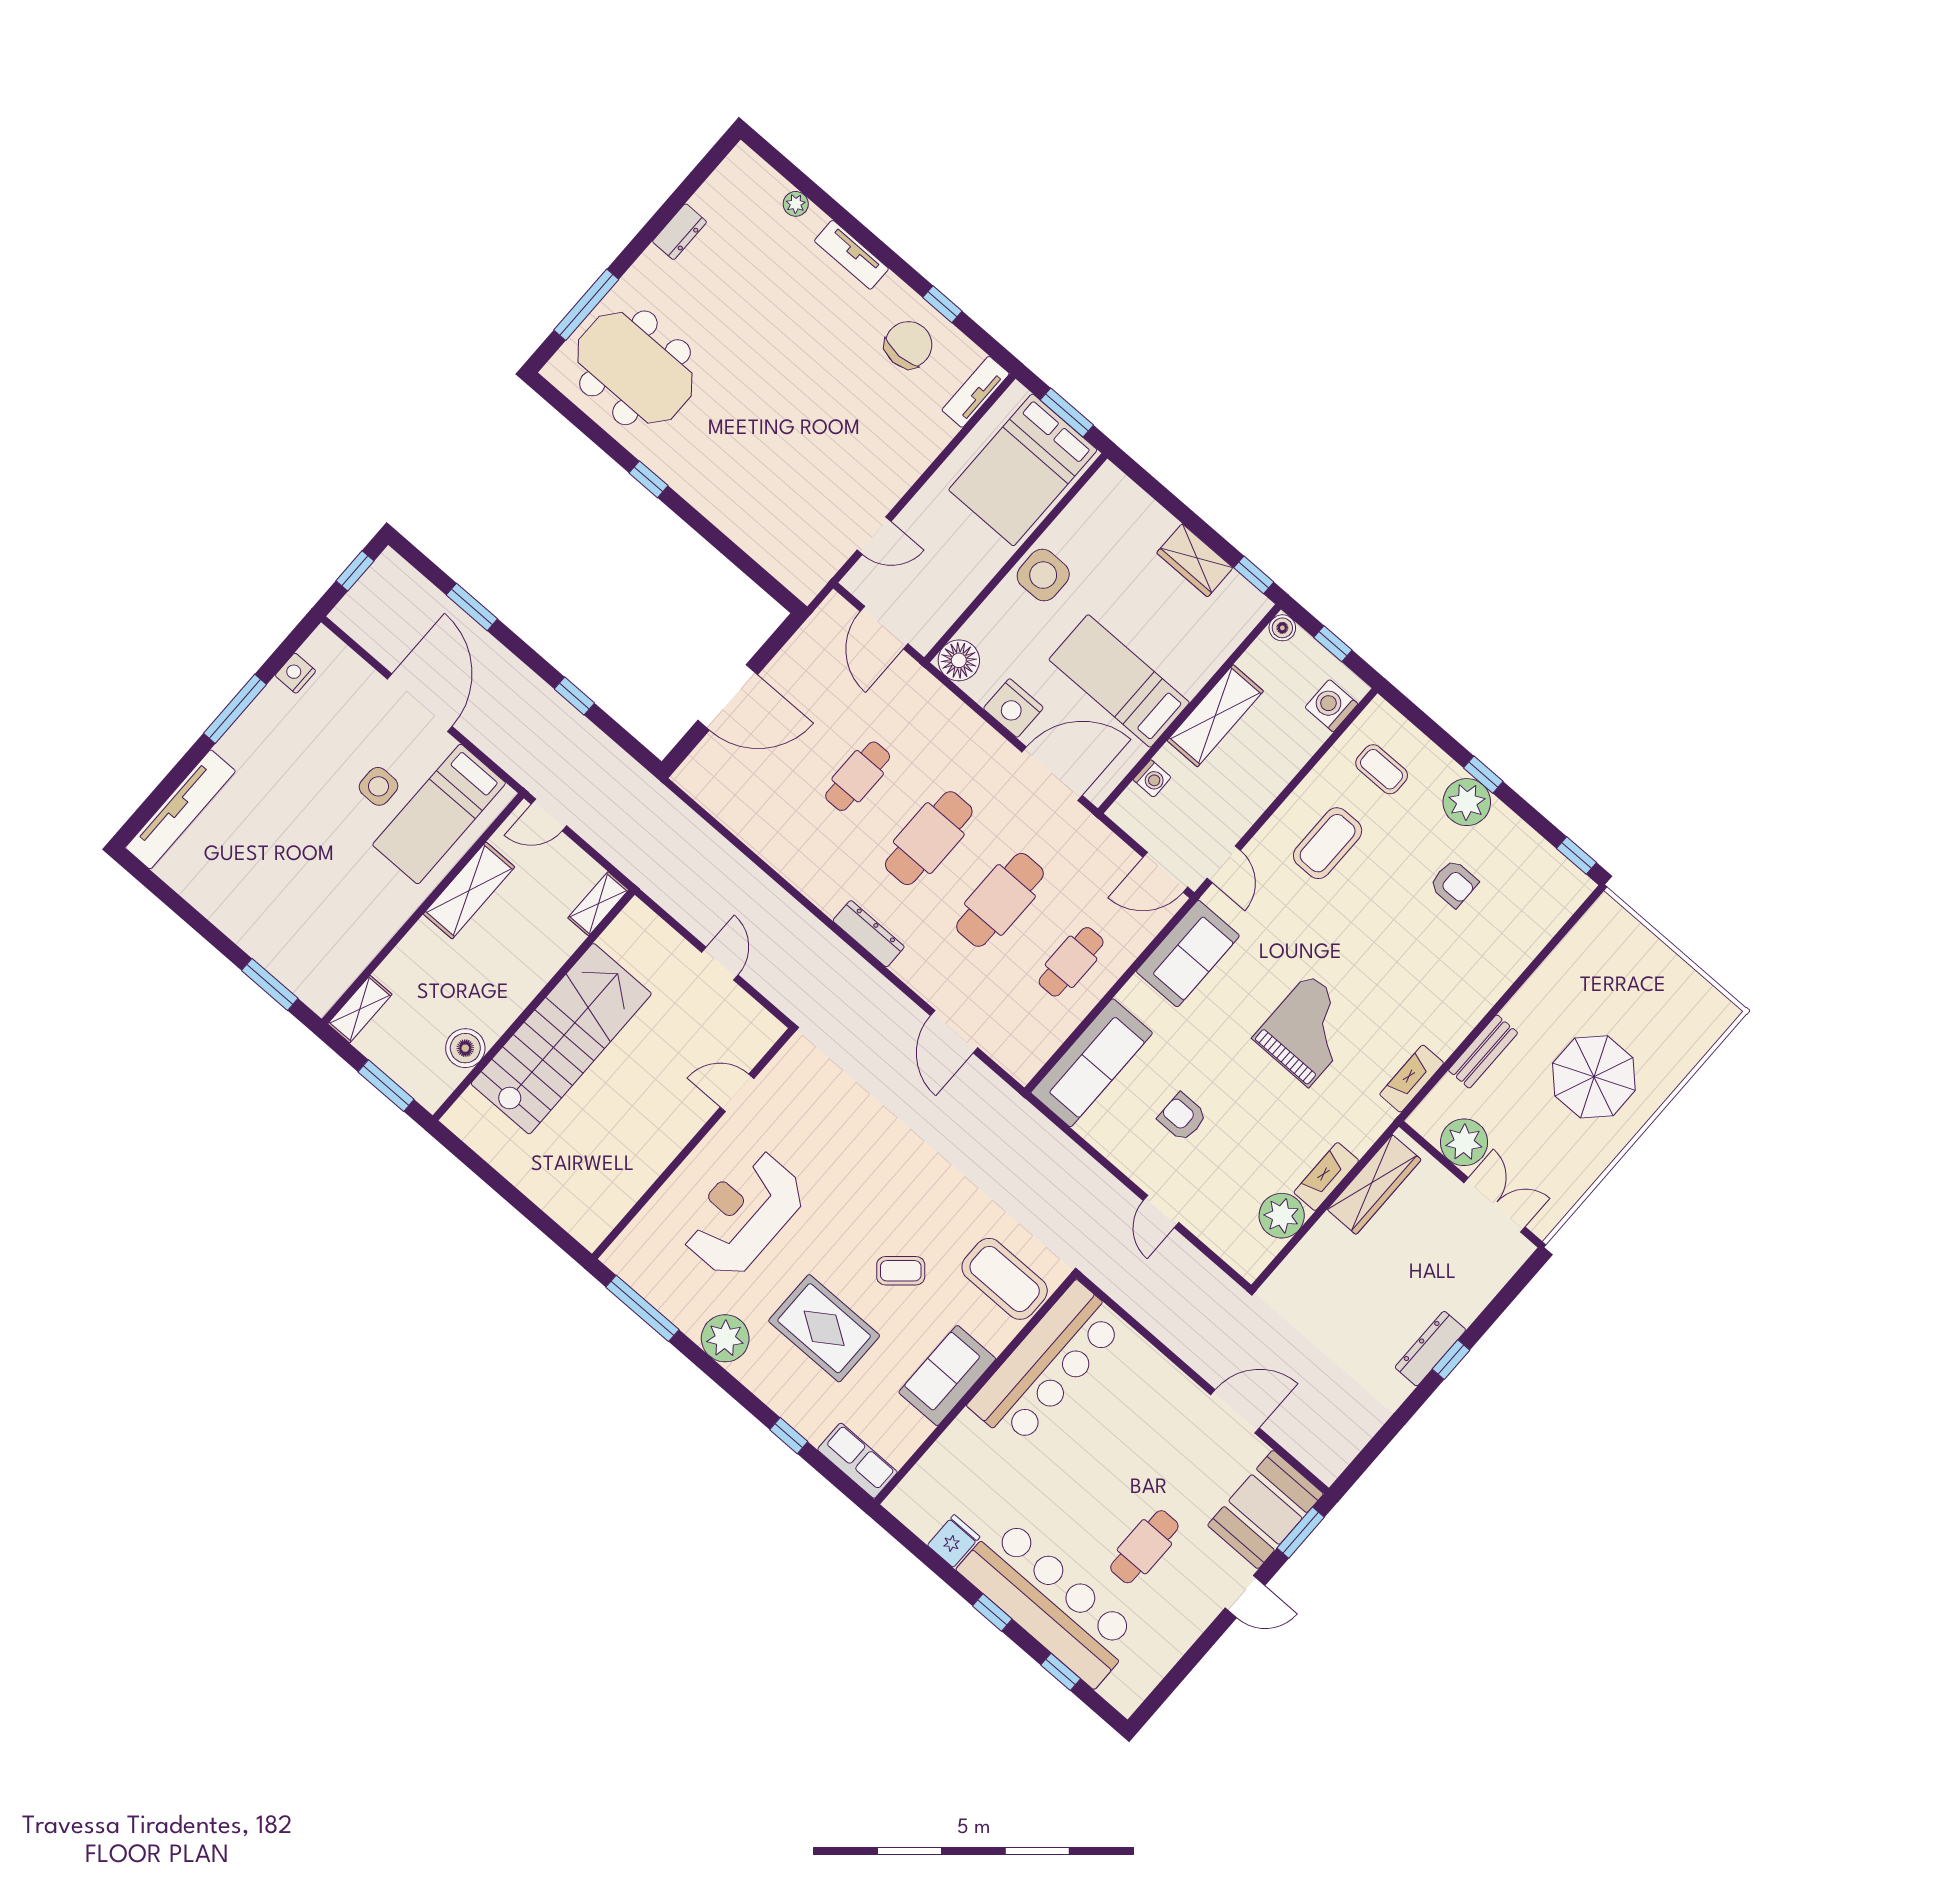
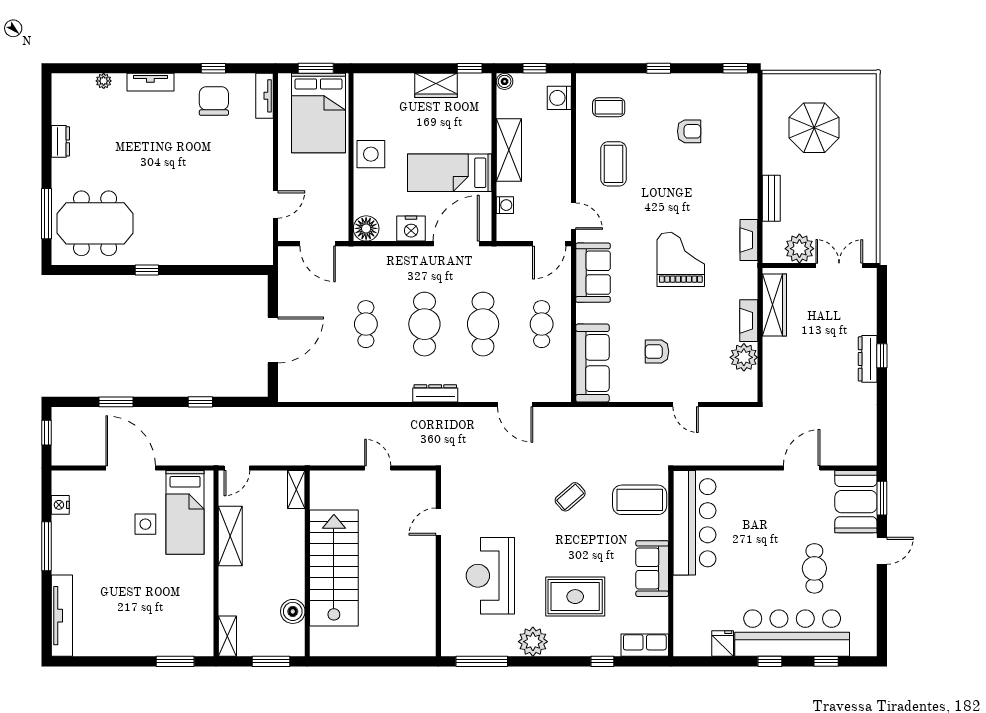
plant: (1467, 802) -> (662, 88), removed
parasol: (1594, 1077) -> (814, 128), moved
coffee table: (901, 1271) -> (570, 497), moved

